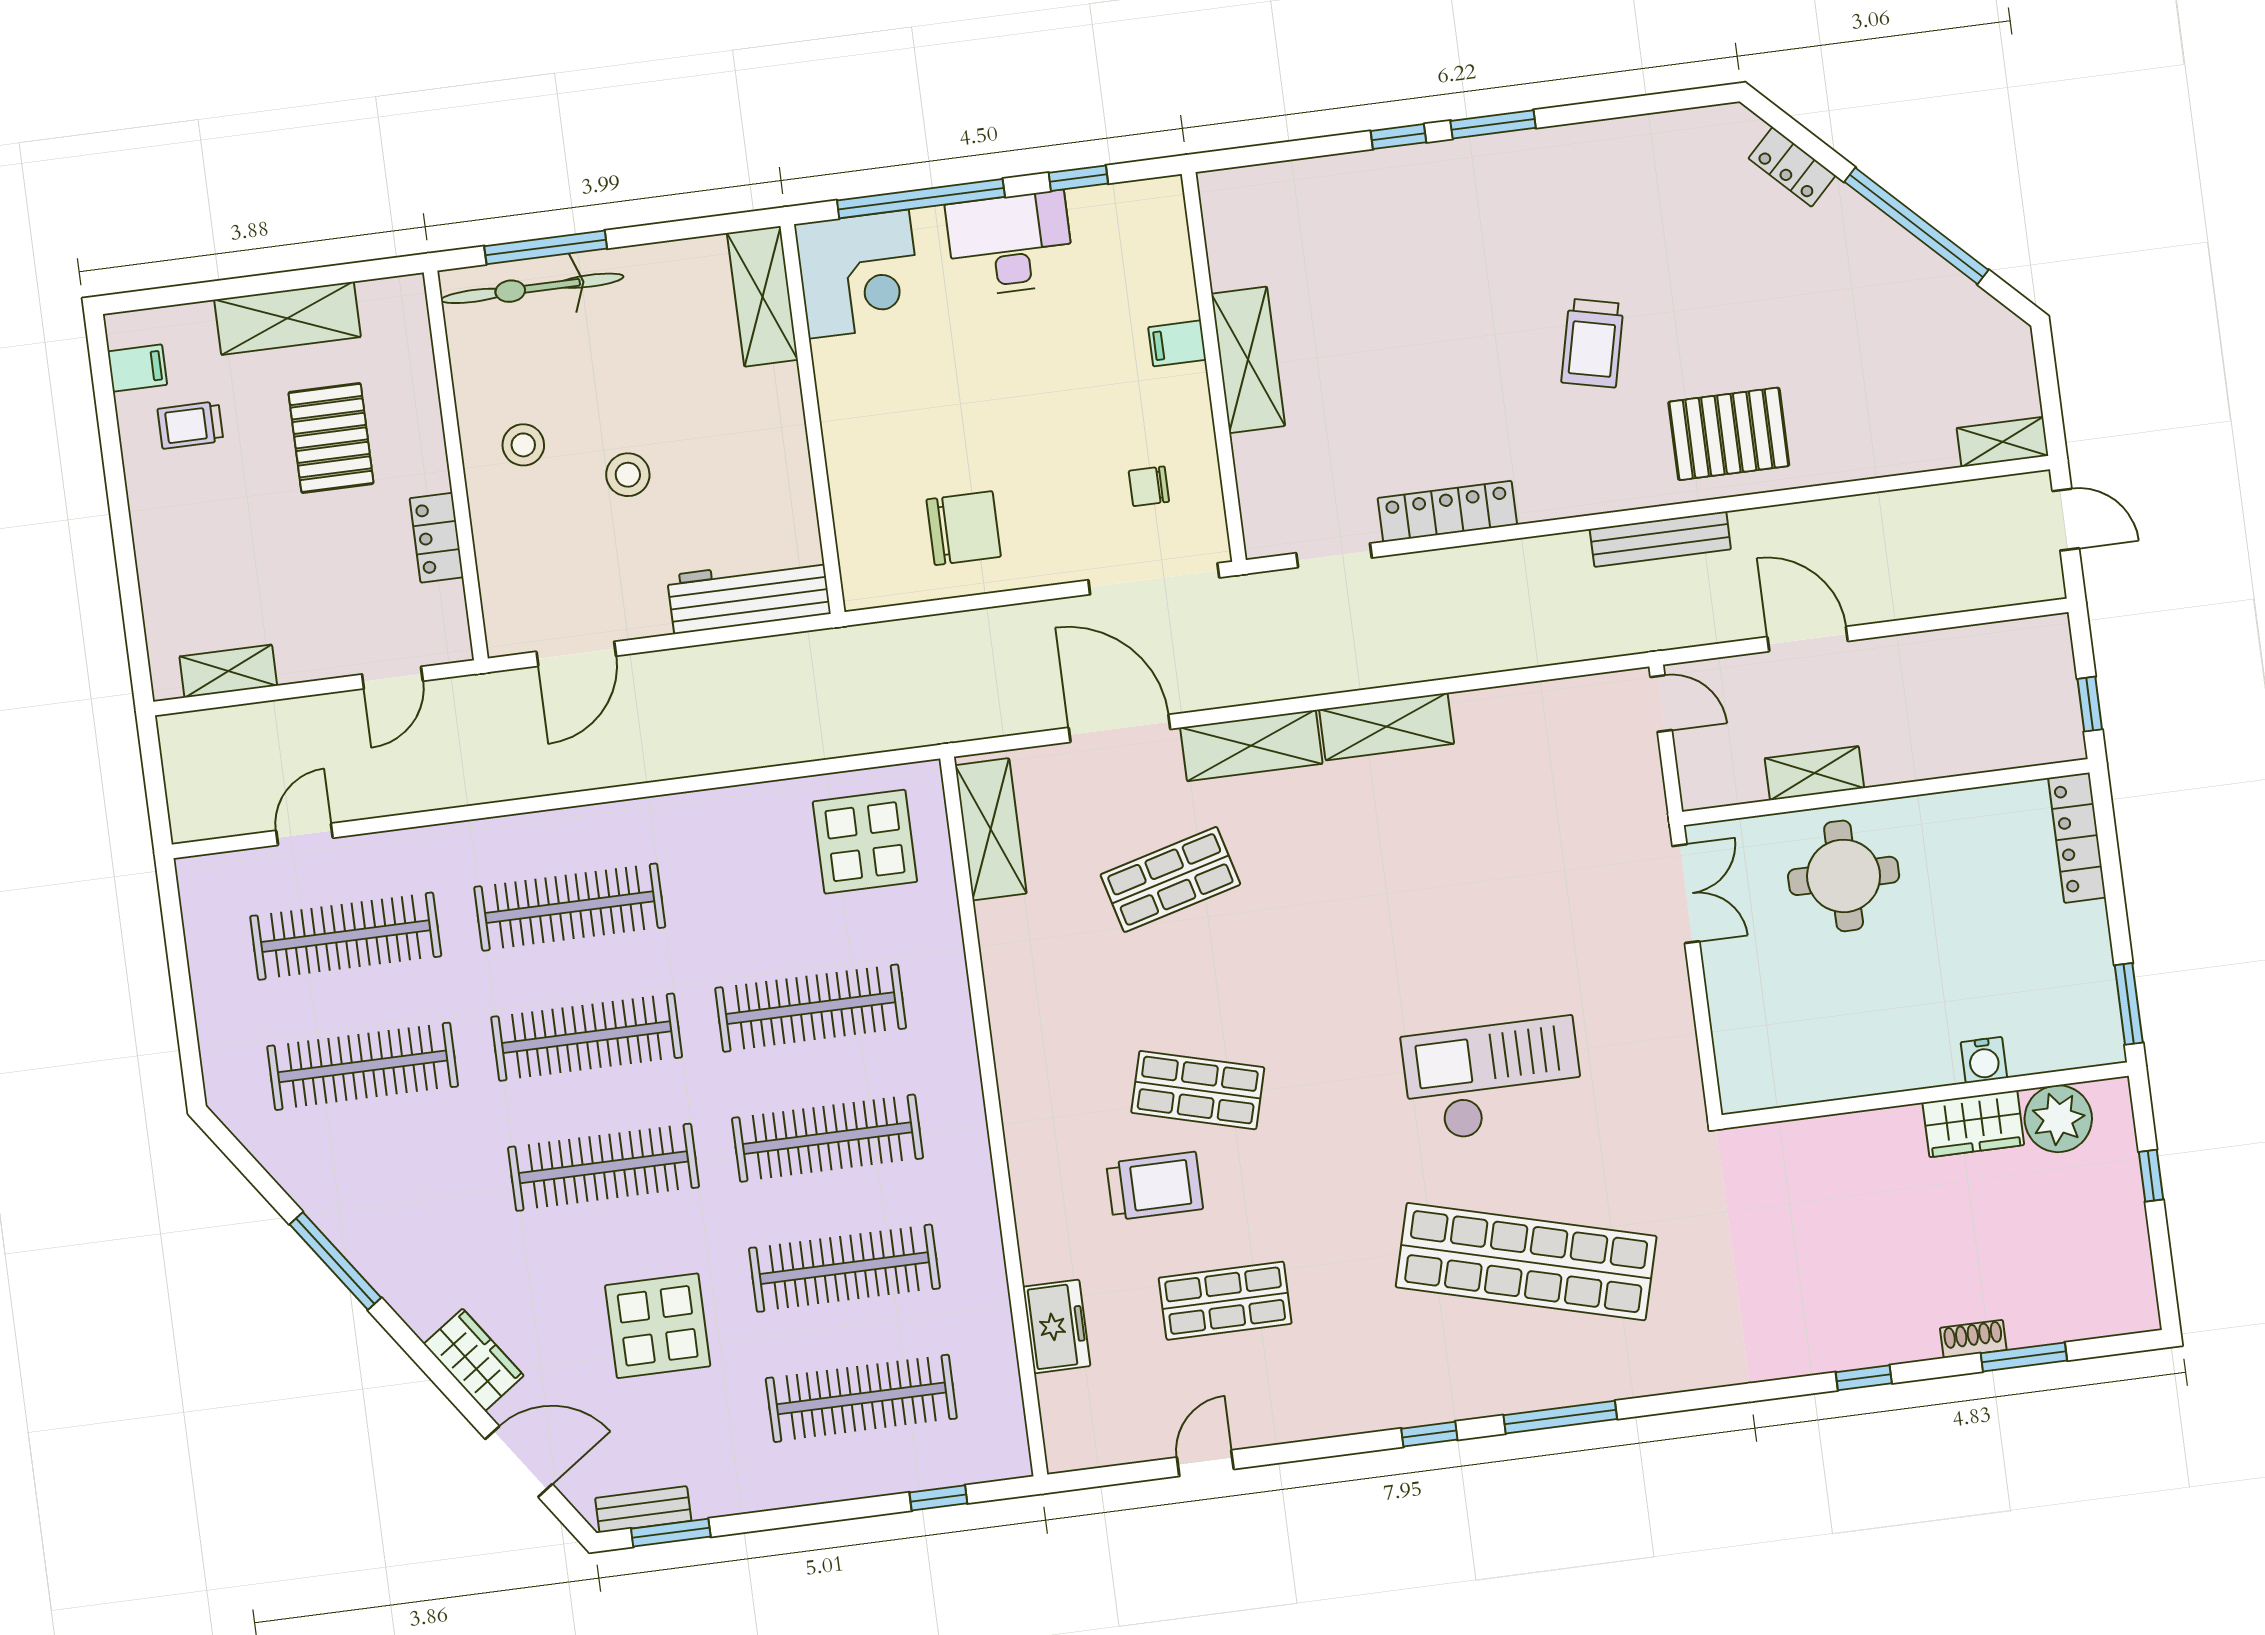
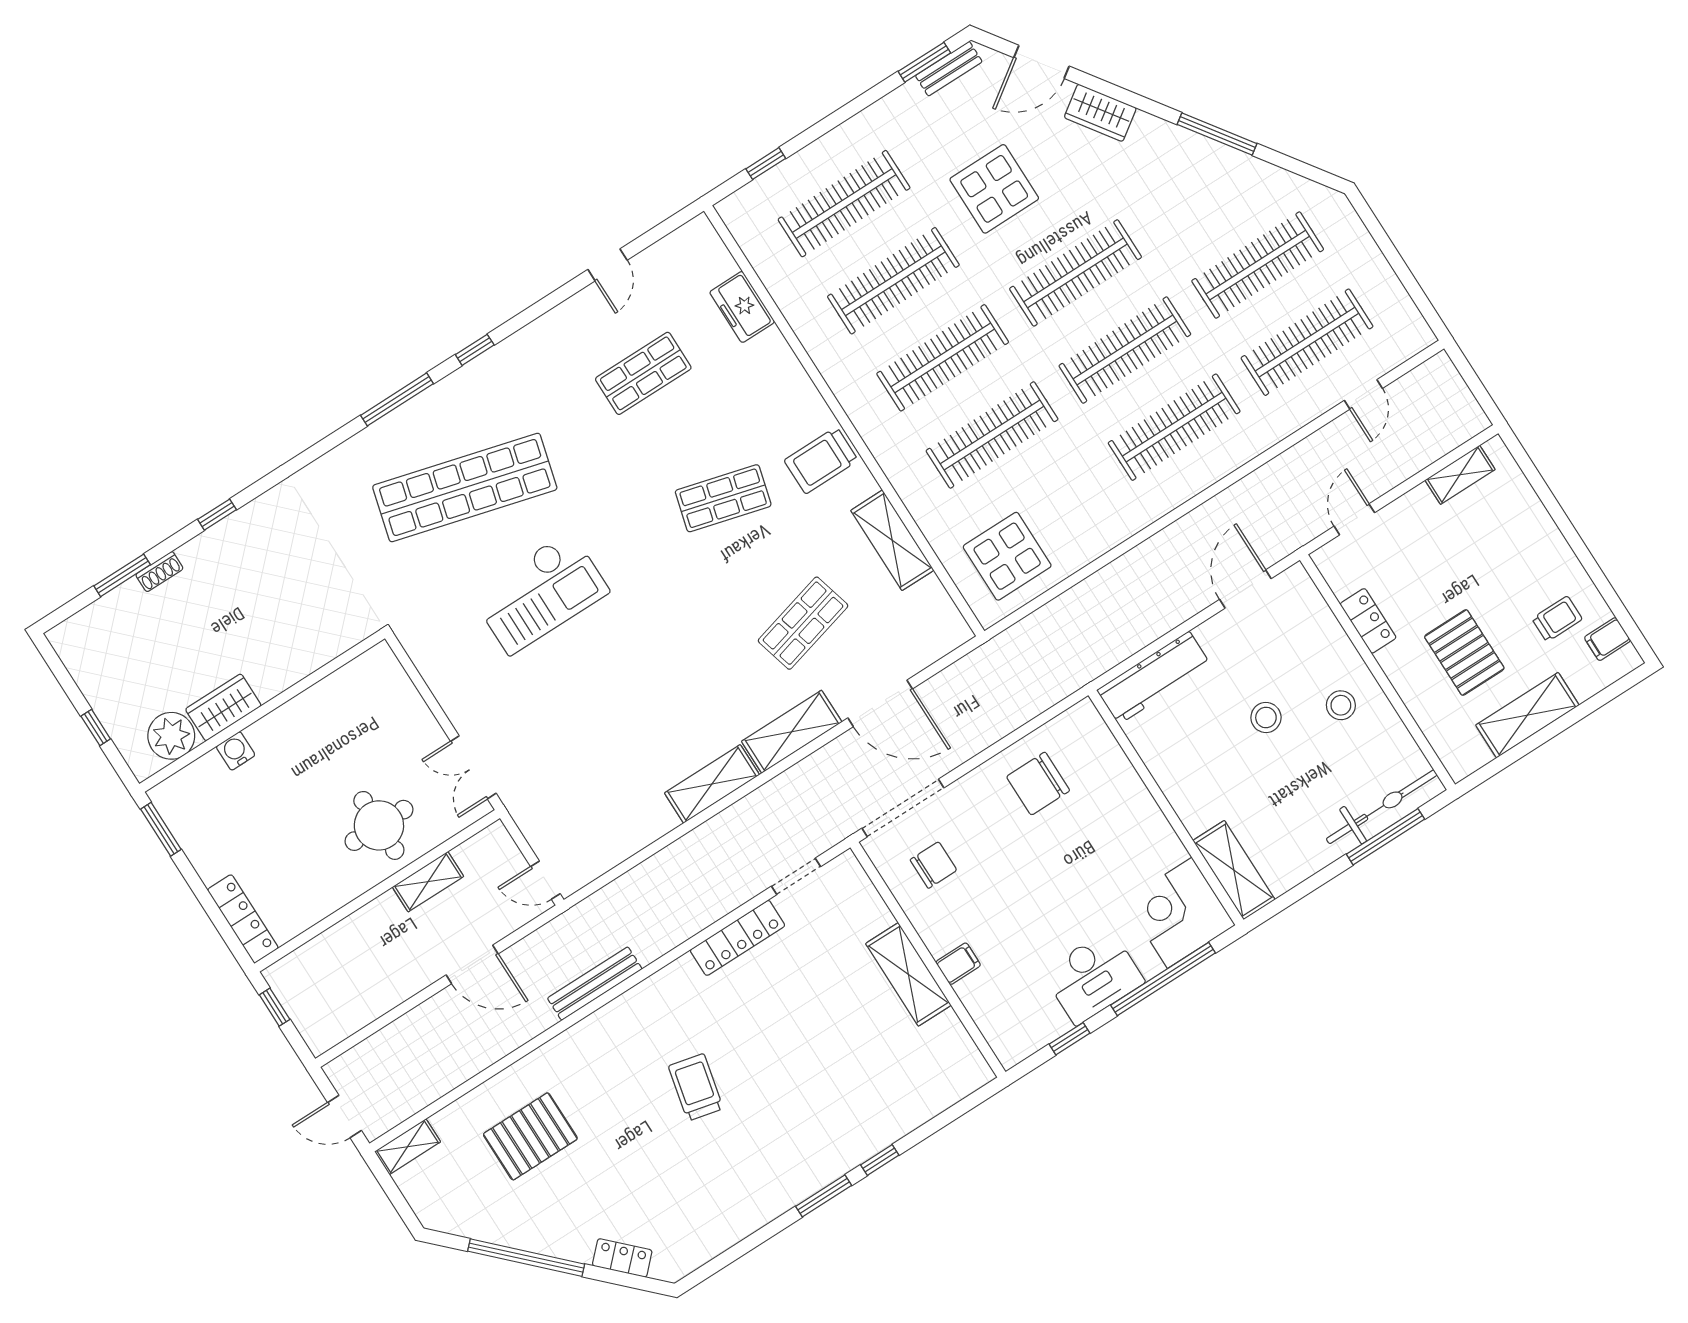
pallet: (1729, 434) -> (530, 1136), moved
chair: (1149, 486) -> (933, 865), width x1.37, depth x1.37
shelving: (991, 829) -> (892, 540), moved
trolley: (1155, 1186) -> (821, 460), moved

